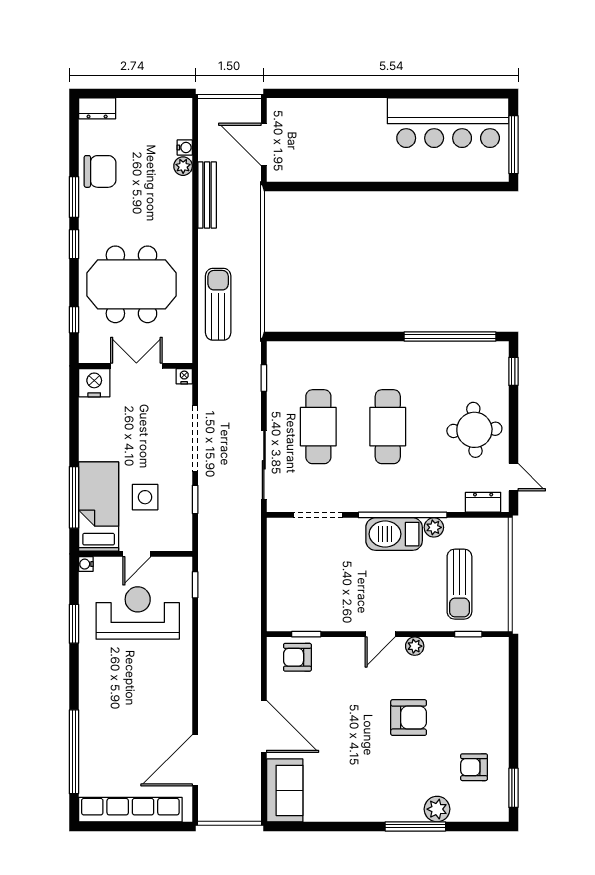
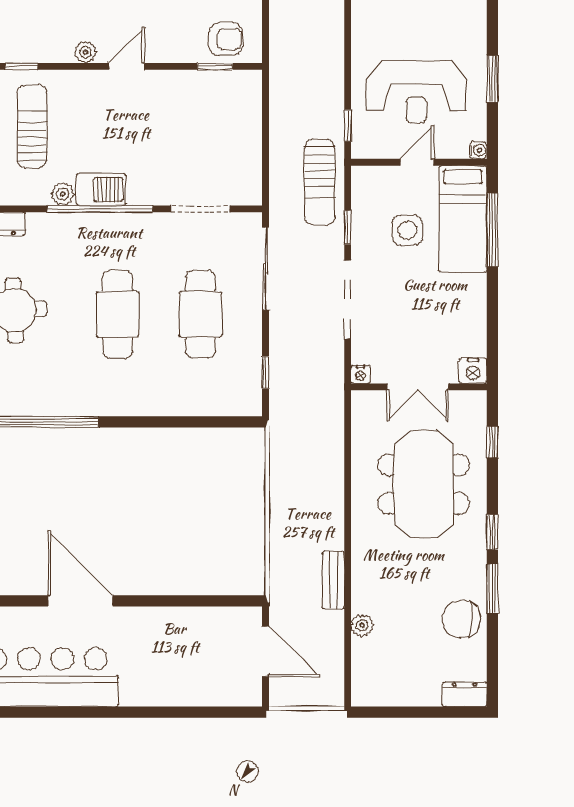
water cooler: (185, 147) -> (360, 648), removed
door: (419, 186) -> (80, 601), added
bench: (207, 195) -> (333, 580), width x0.73
meeting table: (131, 284) -> (424, 484), turned 90
sun lounger: (218, 304) -> (320, 182), moved
nightstand: (94, 383) -> (473, 371), width x0.74, depth x0.75
barbecue: (394, 534) -> (101, 189), width x0.73, depth x0.83

